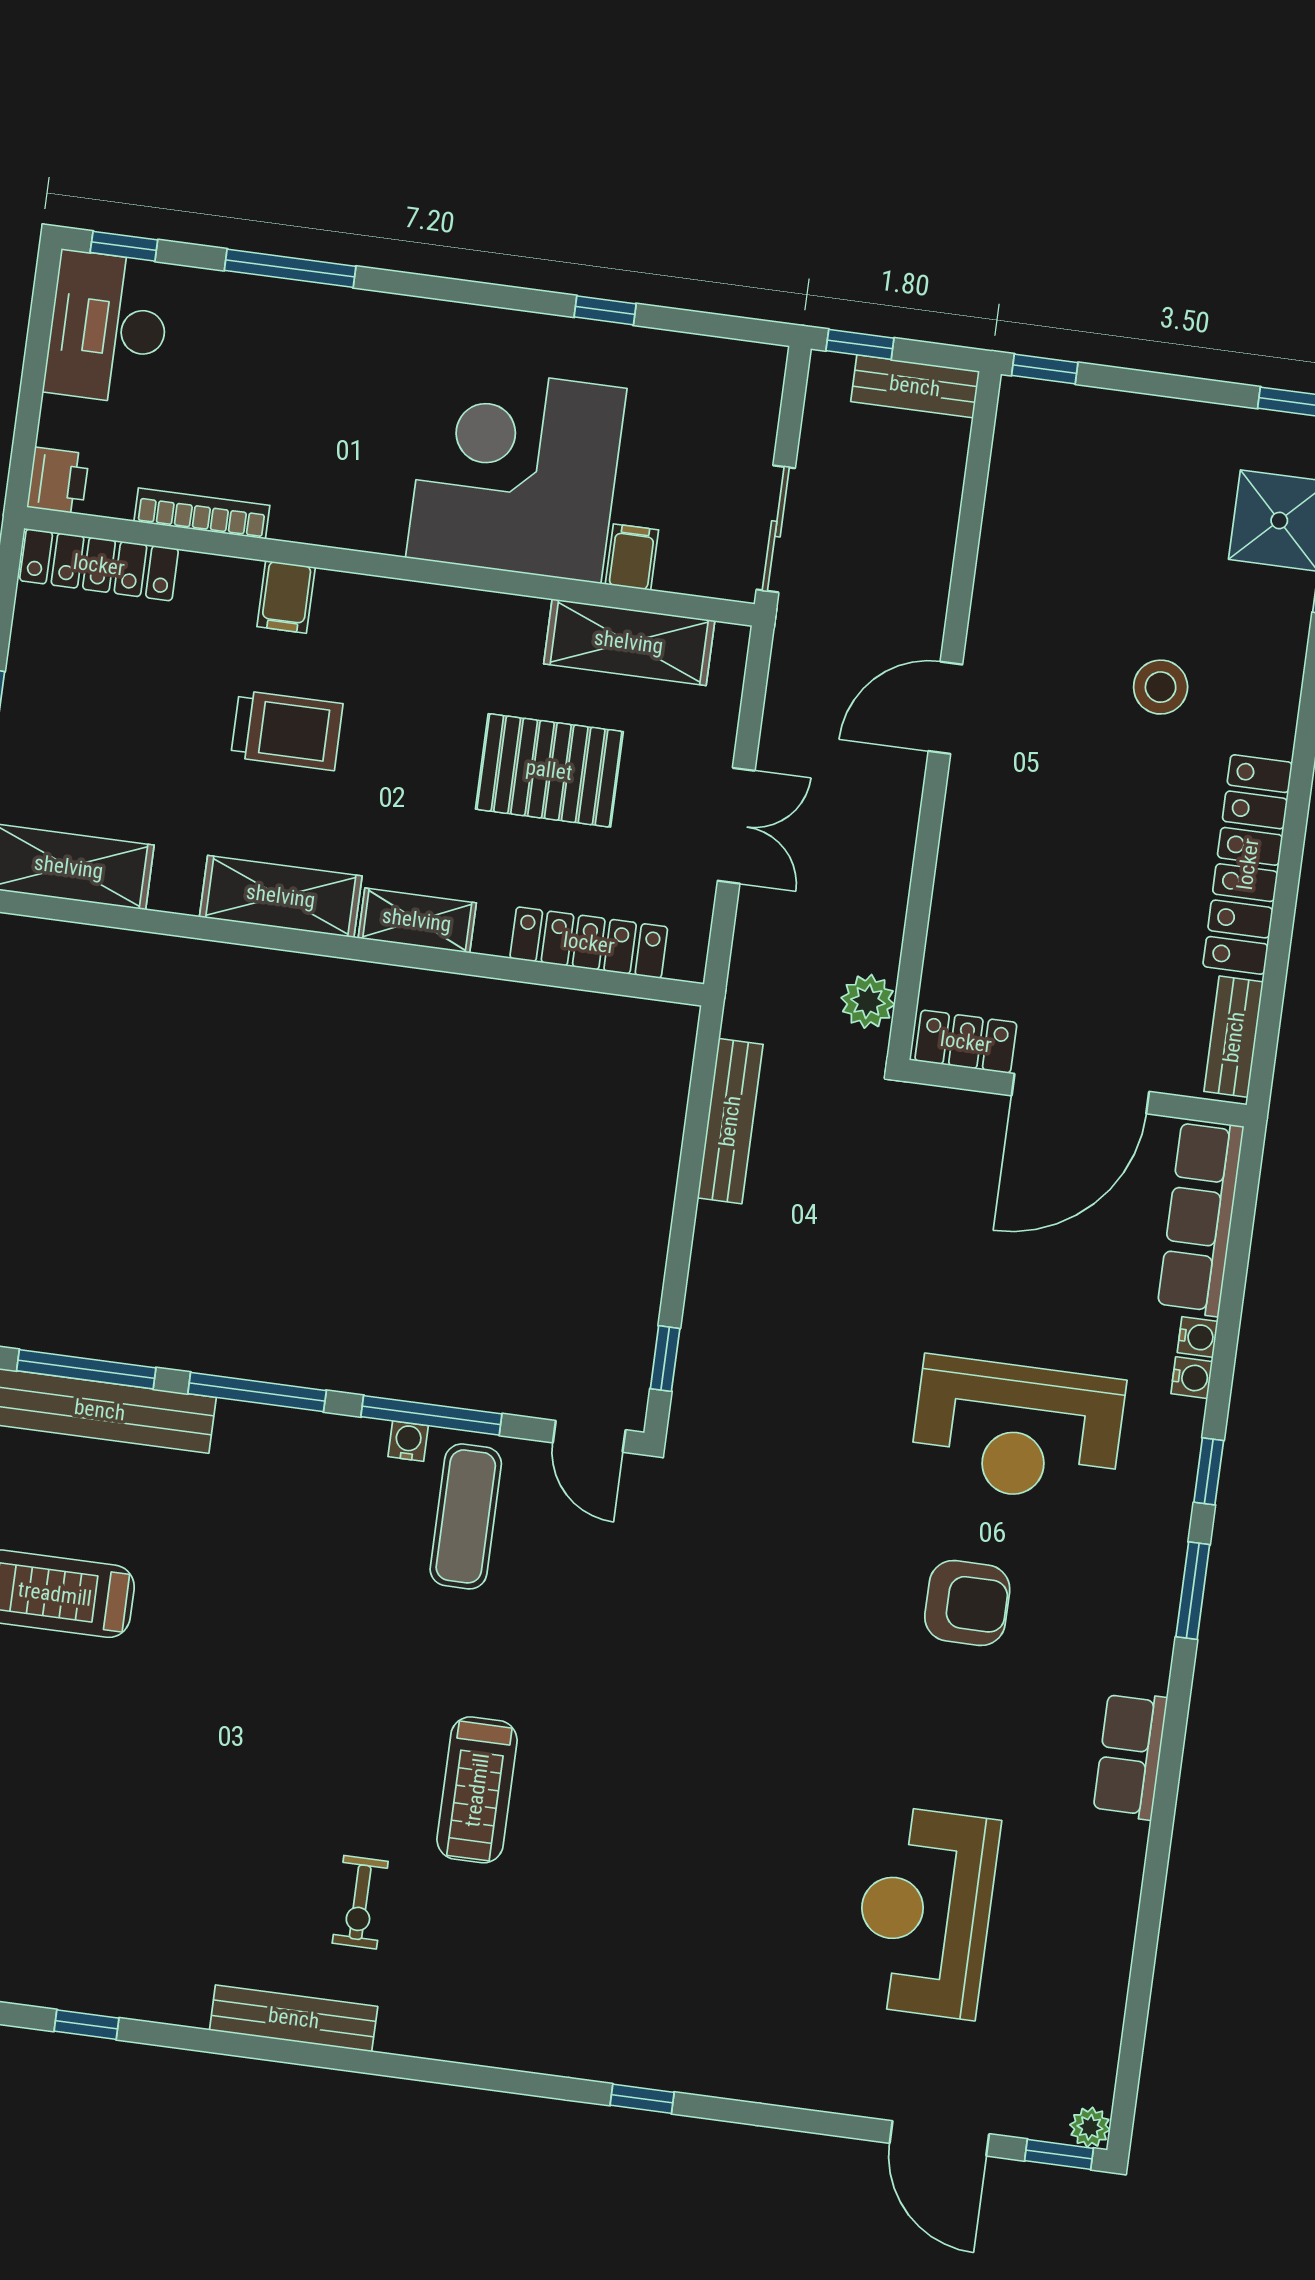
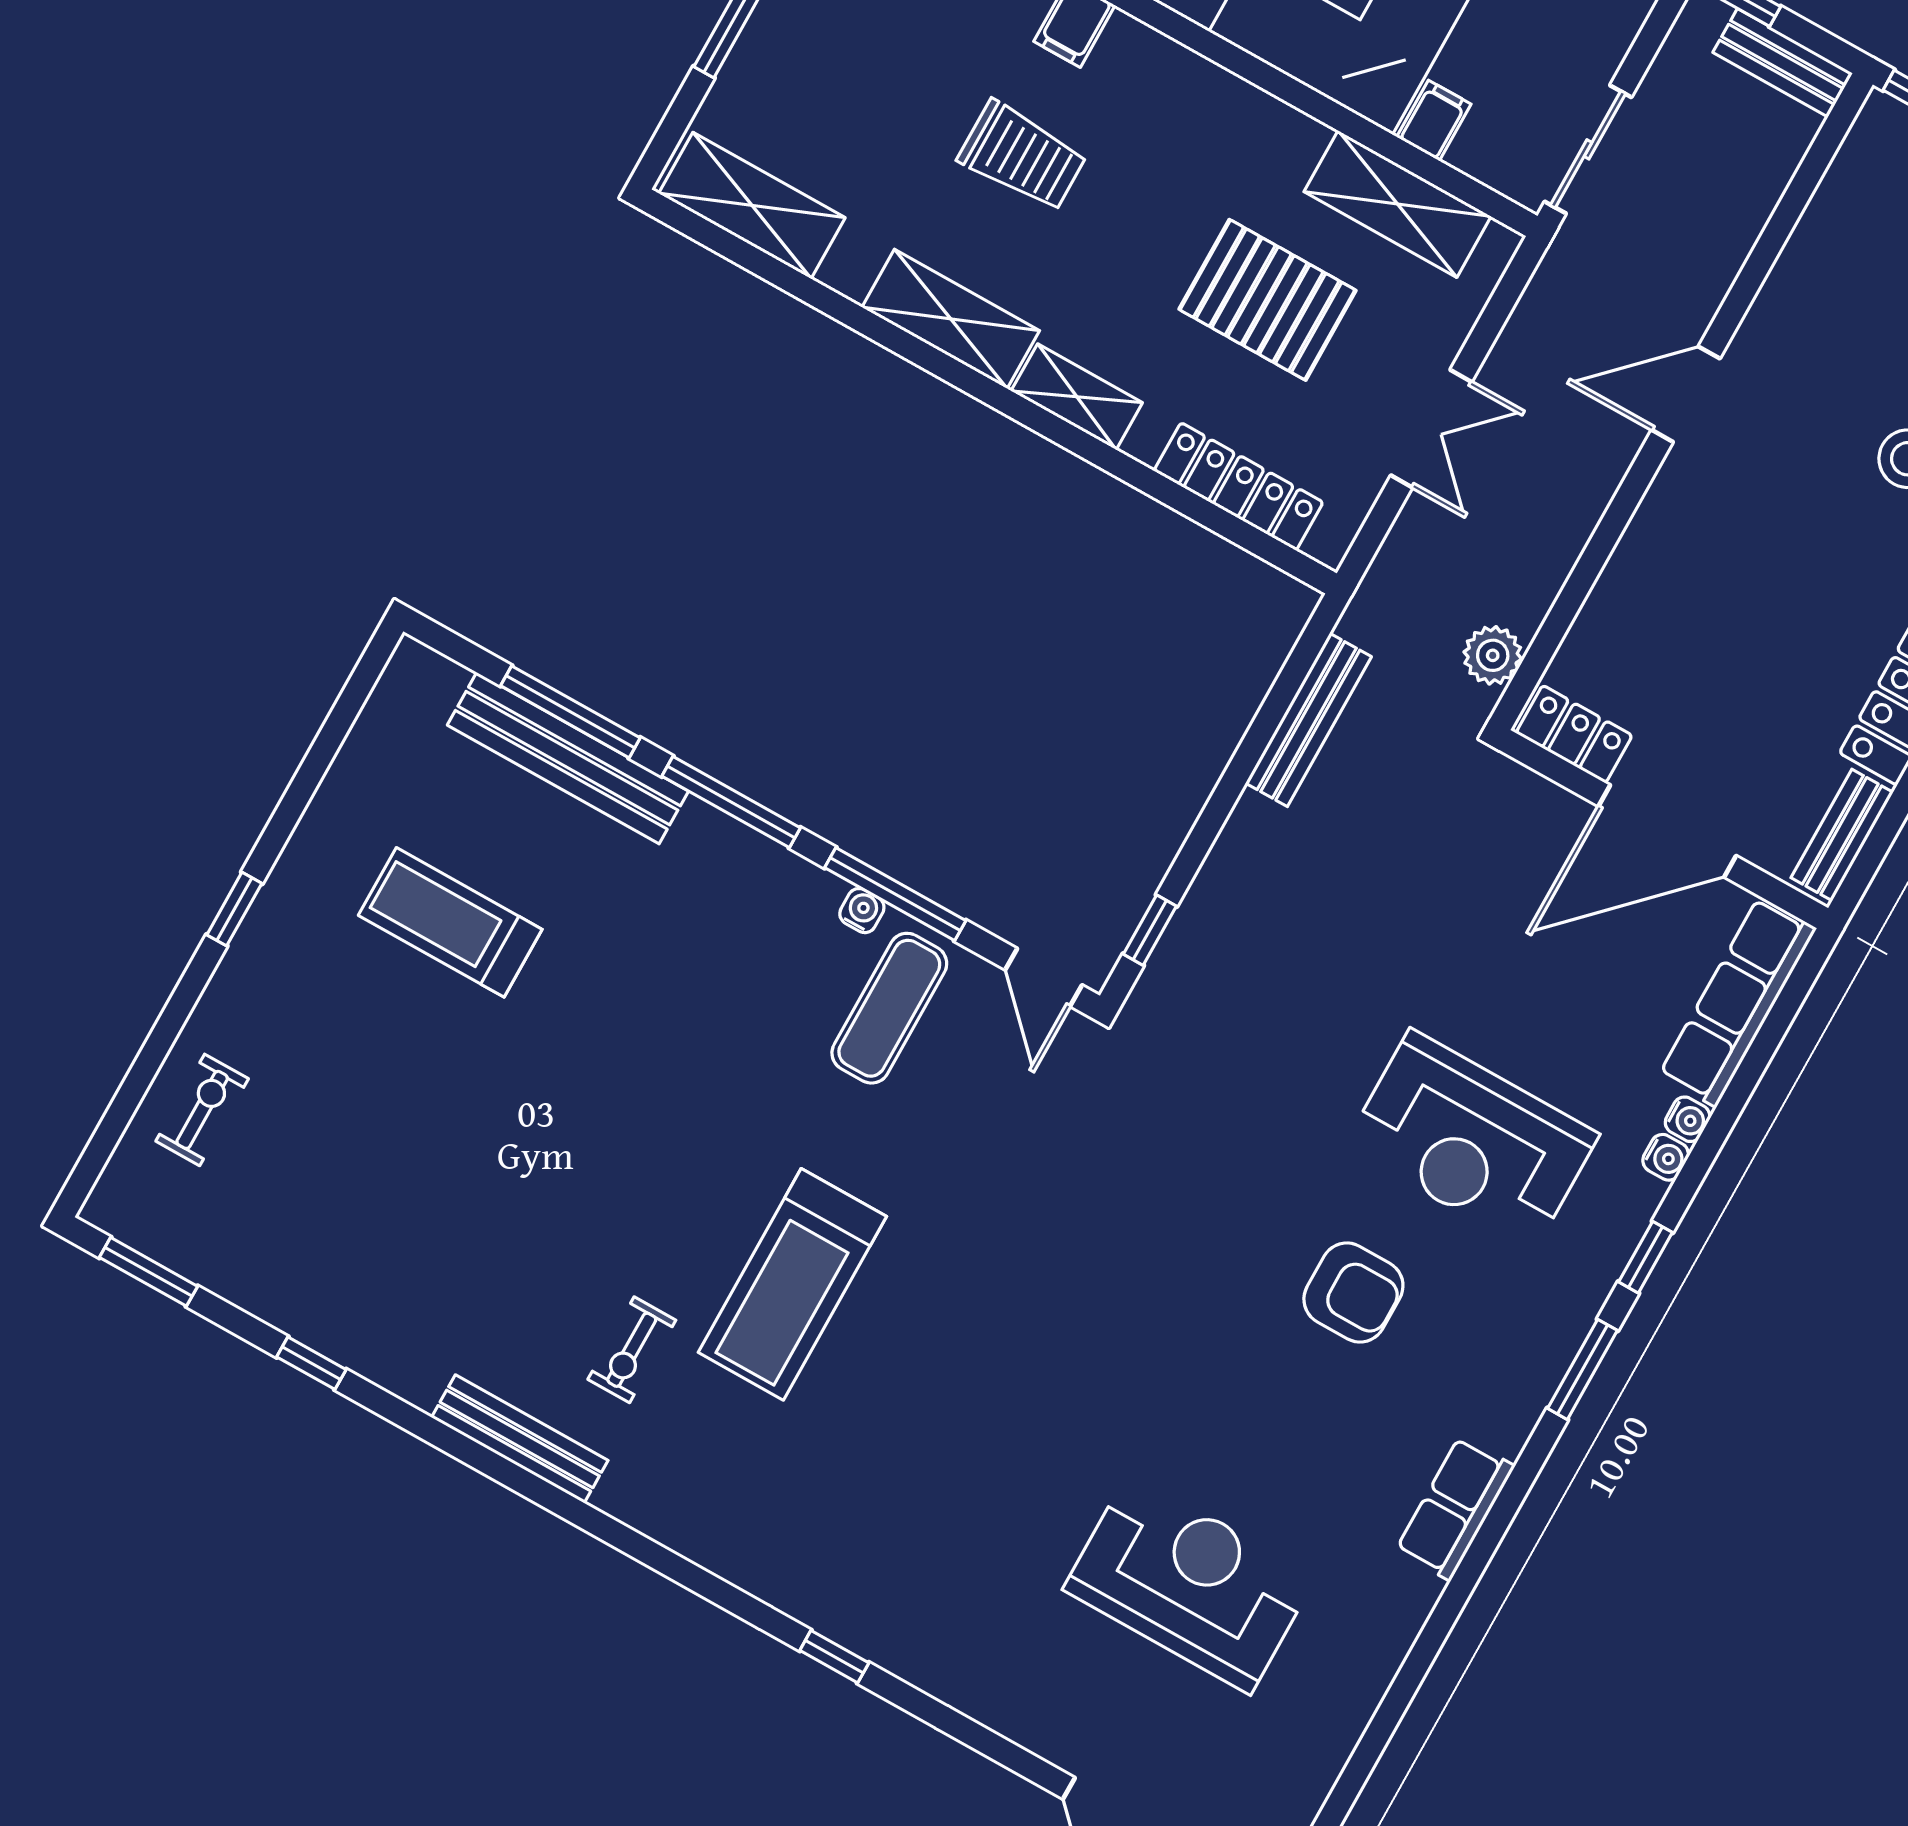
treadmill: (477, 1790) -> (792, 1284), width x1.37, depth x1.38
reception desk: (925, 1912) -> (1189, 1583), turned 90

